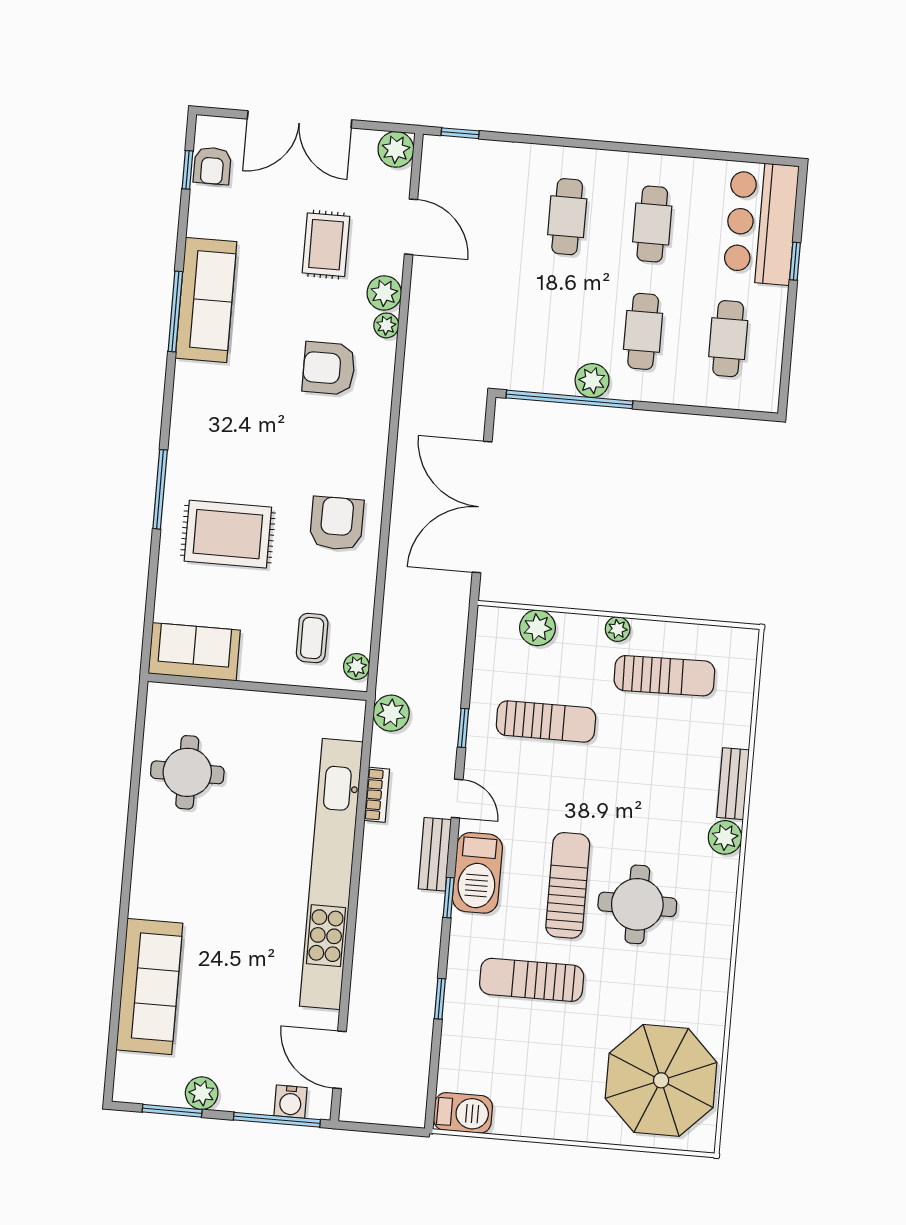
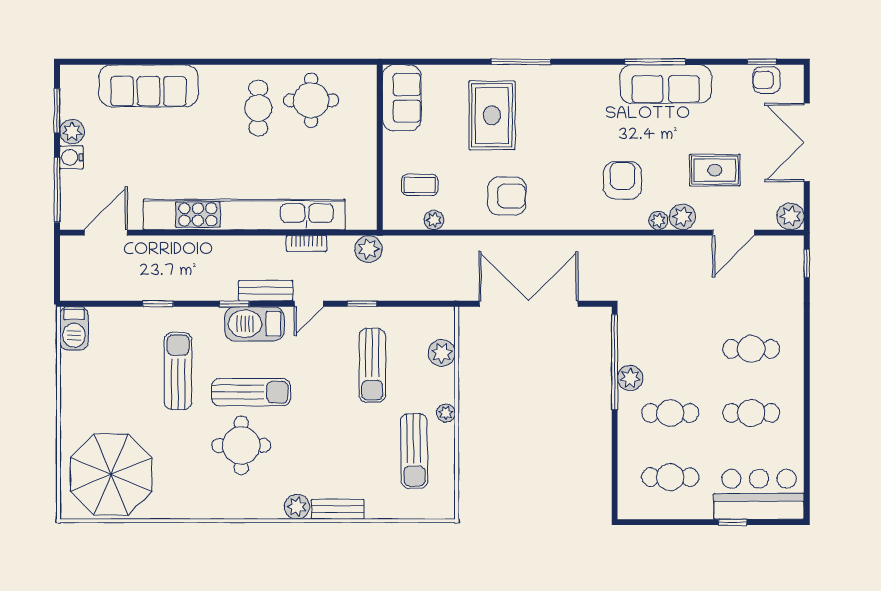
plant: (356, 666) -> (434, 220), moved
cafe table: (192, 843) -> (258, 108), added
water cooler: (290, 1102) -> (71, 157), moved

